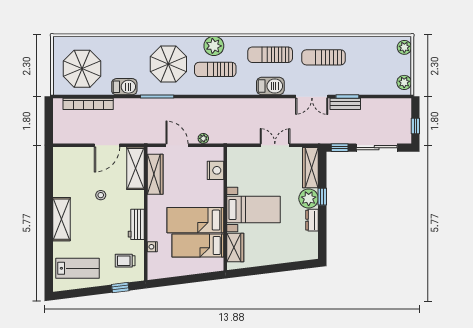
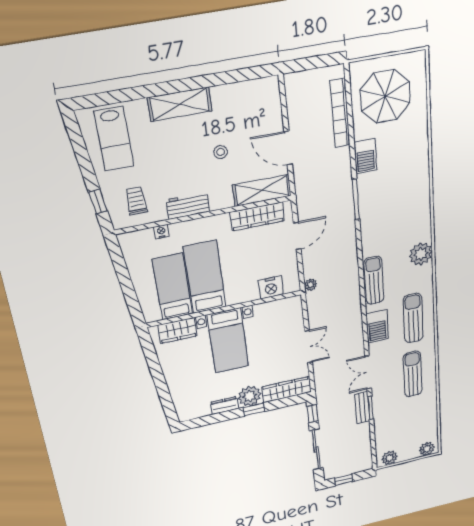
parasol: (168, 64) -> (397, 205), removed
sun lounger: (215, 69) -> (374, 280), moved
plant: (203, 138) -> (311, 285), moved

